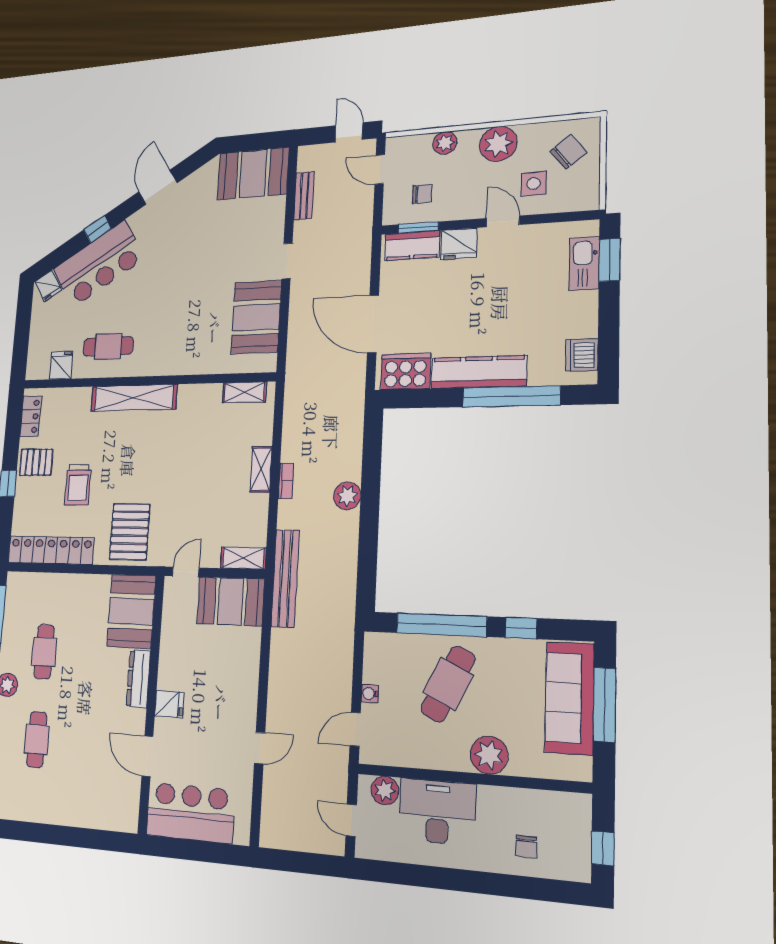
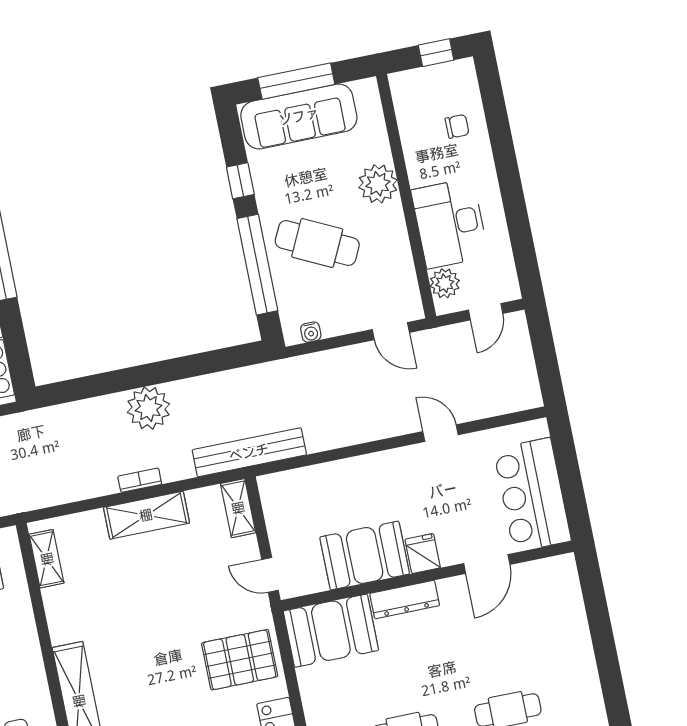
shelving: (261, 469) -> (146, 515), width x1.50, depth x1.33
plant: (347, 496) -> (148, 408), width x1.36, depth x1.36
booth: (230, 601) -> (365, 555), moved, turned 90
water cooler: (370, 694) -> (311, 332), moved

